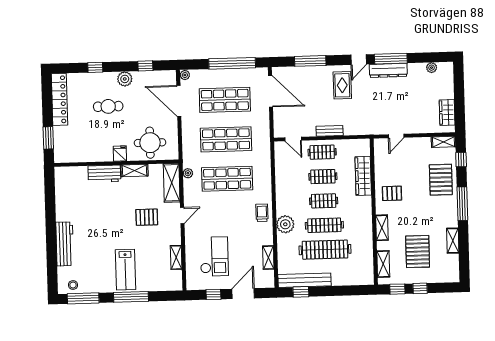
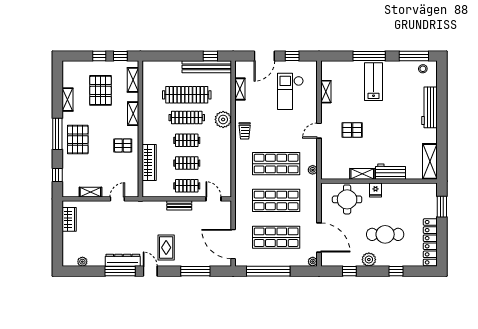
door: (359, 60) -> (150, 271), hinge flipped
cafe table: (108, 106) -> (385, 234), width x1.37, depth x1.35
shelving: (443, 142) -> (90, 192), moved
pallet: (441, 180) -> (78, 140), moved
shelving: (172, 183) -> (430, 161), moved

